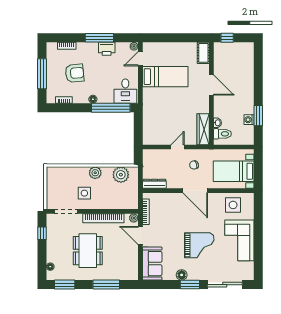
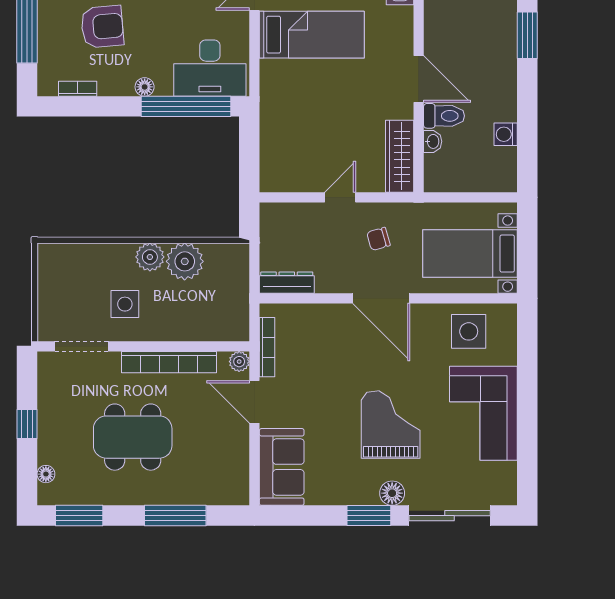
door: (211, 85) -> (419, 79), moved
desk: (125, 91) -> (210, 68), width x1.37
window: (258, 116) -> (527, 35), moved
toilet: (222, 134) -> (444, 116), moved
plant: (121, 175) -> (185, 261), moved
window: (42, 233) -> (27, 424), moved
grand piano: (199, 245) -> (391, 425), turned -90
dining table: (88, 251) -> (133, 437), turned 90
floor lamp: (182, 275) -> (392, 493), moved

